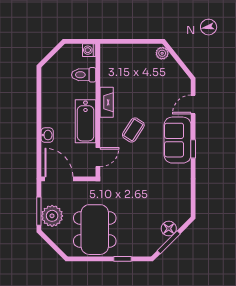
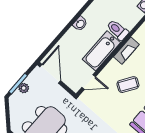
toilet: (84, 75) -> (118, 30), moved
washbasin: (47, 135) -> (80, 24), moved
plant: (52, 216) -> (24, 88), width x0.53, depth x0.53

